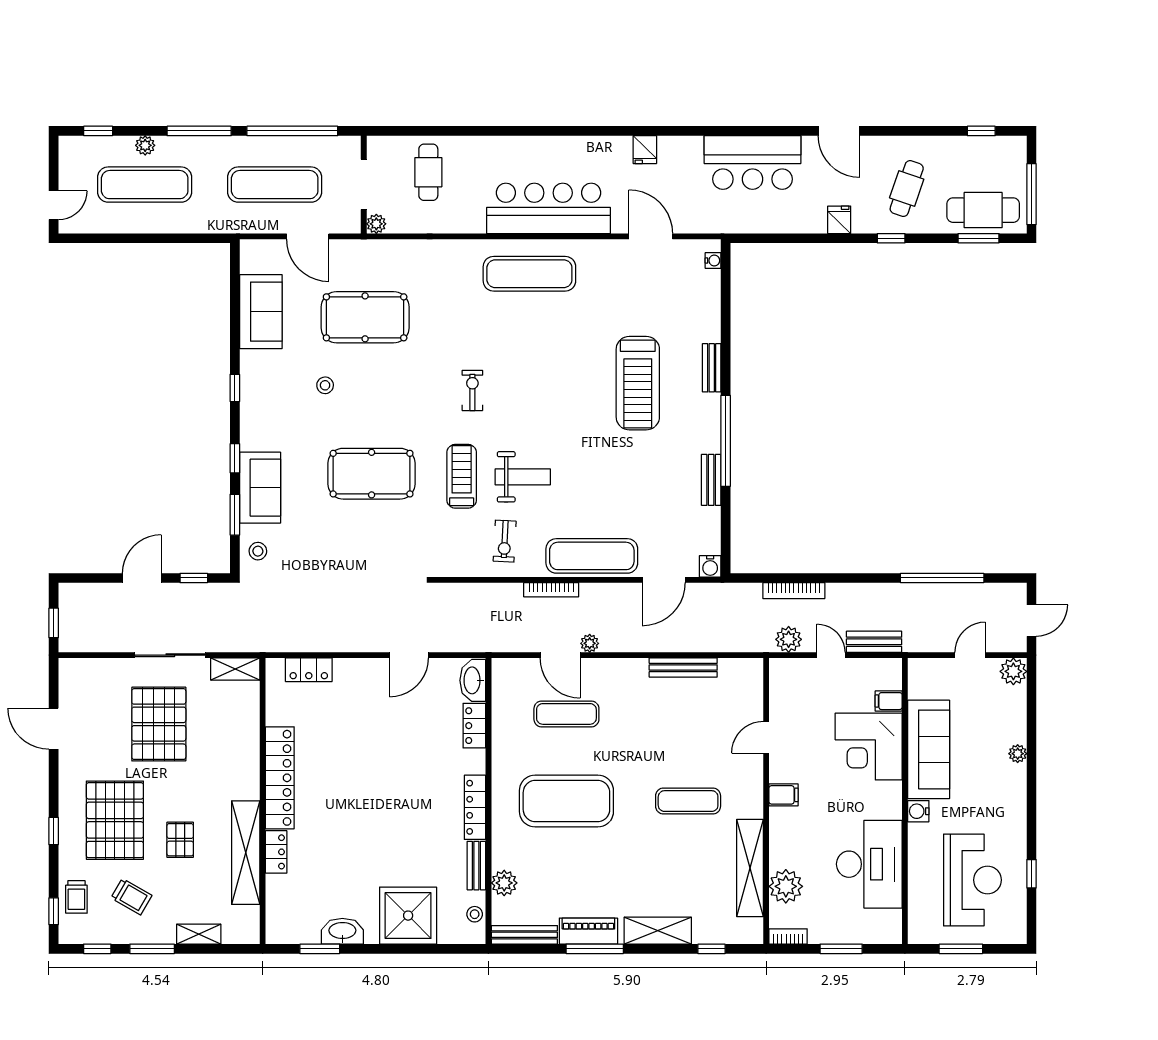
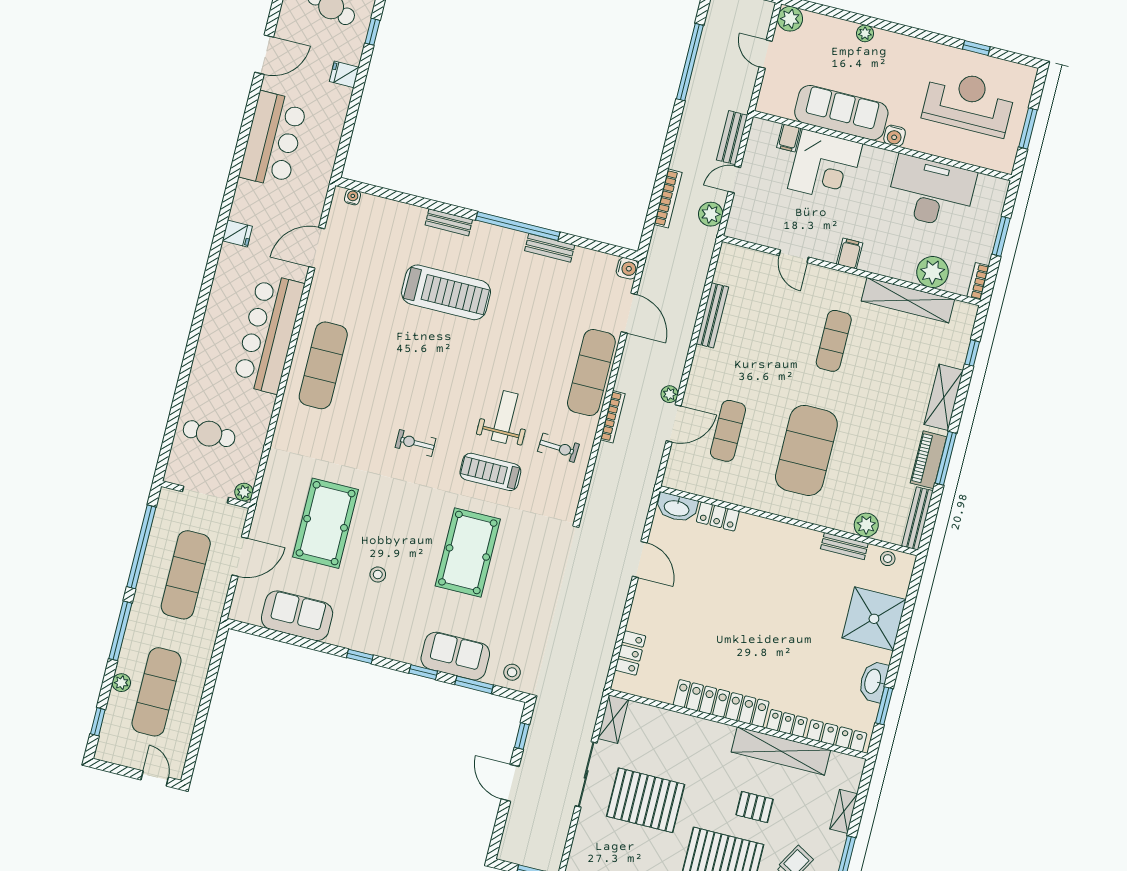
locker: (475, 807) -> (837, 736), moved, turned 180

